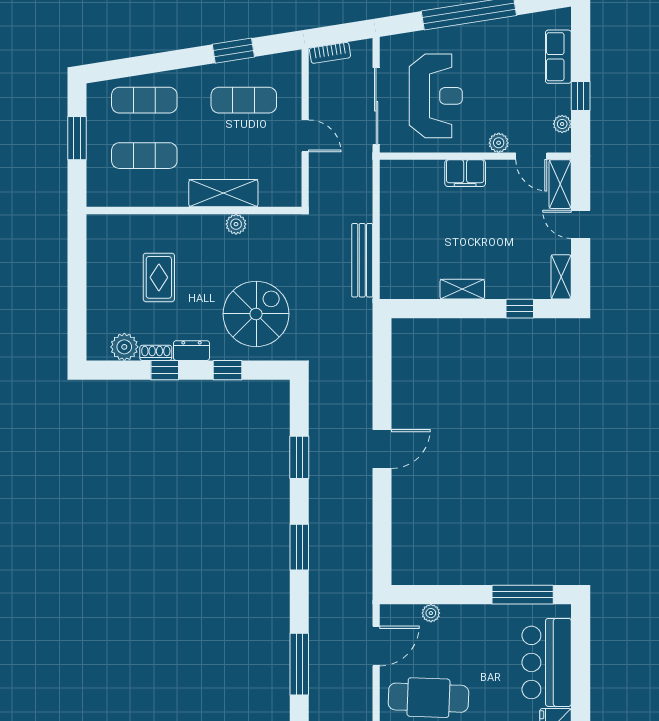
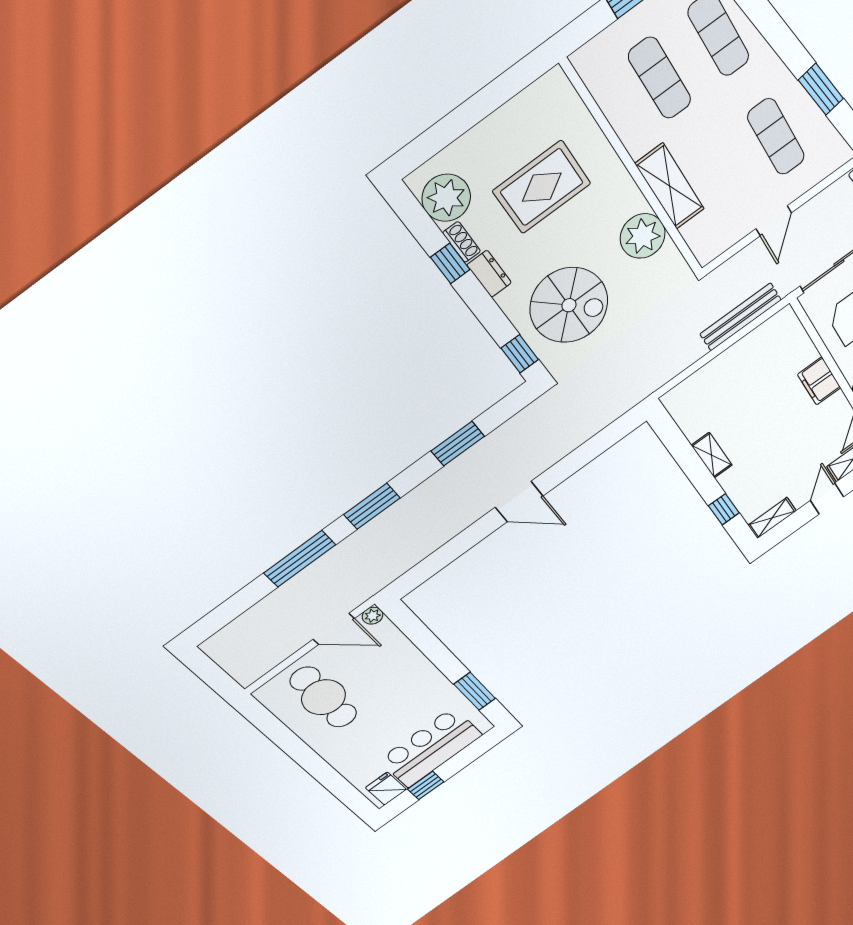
plant: (236, 224) -> (643, 236), width x1.88, depth x1.88
bench: (362, 260) -> (741, 317), moved
rug: (159, 277) -> (542, 187), width x1.36, depth x1.43
plant: (124, 347) -> (446, 198), width x1.36, depth x1.36
window: (228, 370) -> (520, 354), moved
window: (523, 595) -> (475, 691), width x0.69
plant: (431, 613) -> (373, 616), moved
window: (299, 664) -> (300, 559), moved
window: (581, 693) -> (426, 785), added

